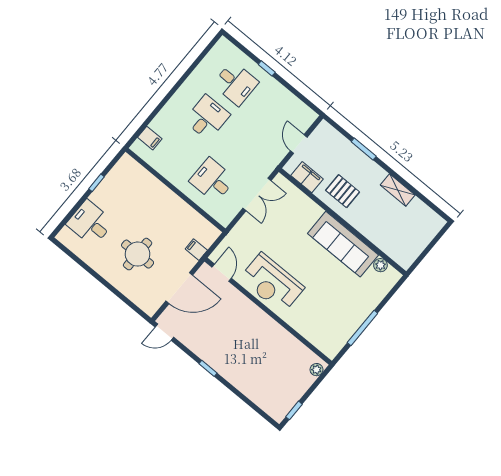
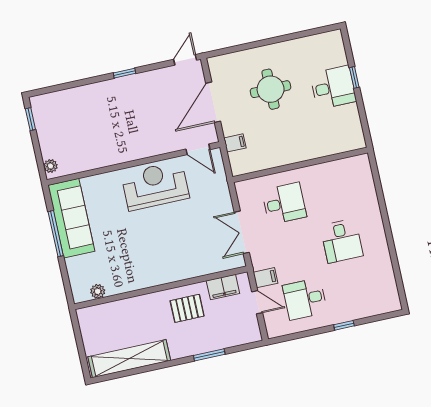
desk: (236, 83) -> (305, 299), moved
filing cabinet: (150, 138) -> (266, 278), moved, turned 180
window: (96, 183) -> (354, 77), moved
shelving: (398, 190) -> (129, 359), width x2.20, depth x1.33
desk: (90, 223) -> (333, 87), moved
sofa: (343, 244) -> (71, 218), moved, turned 90

